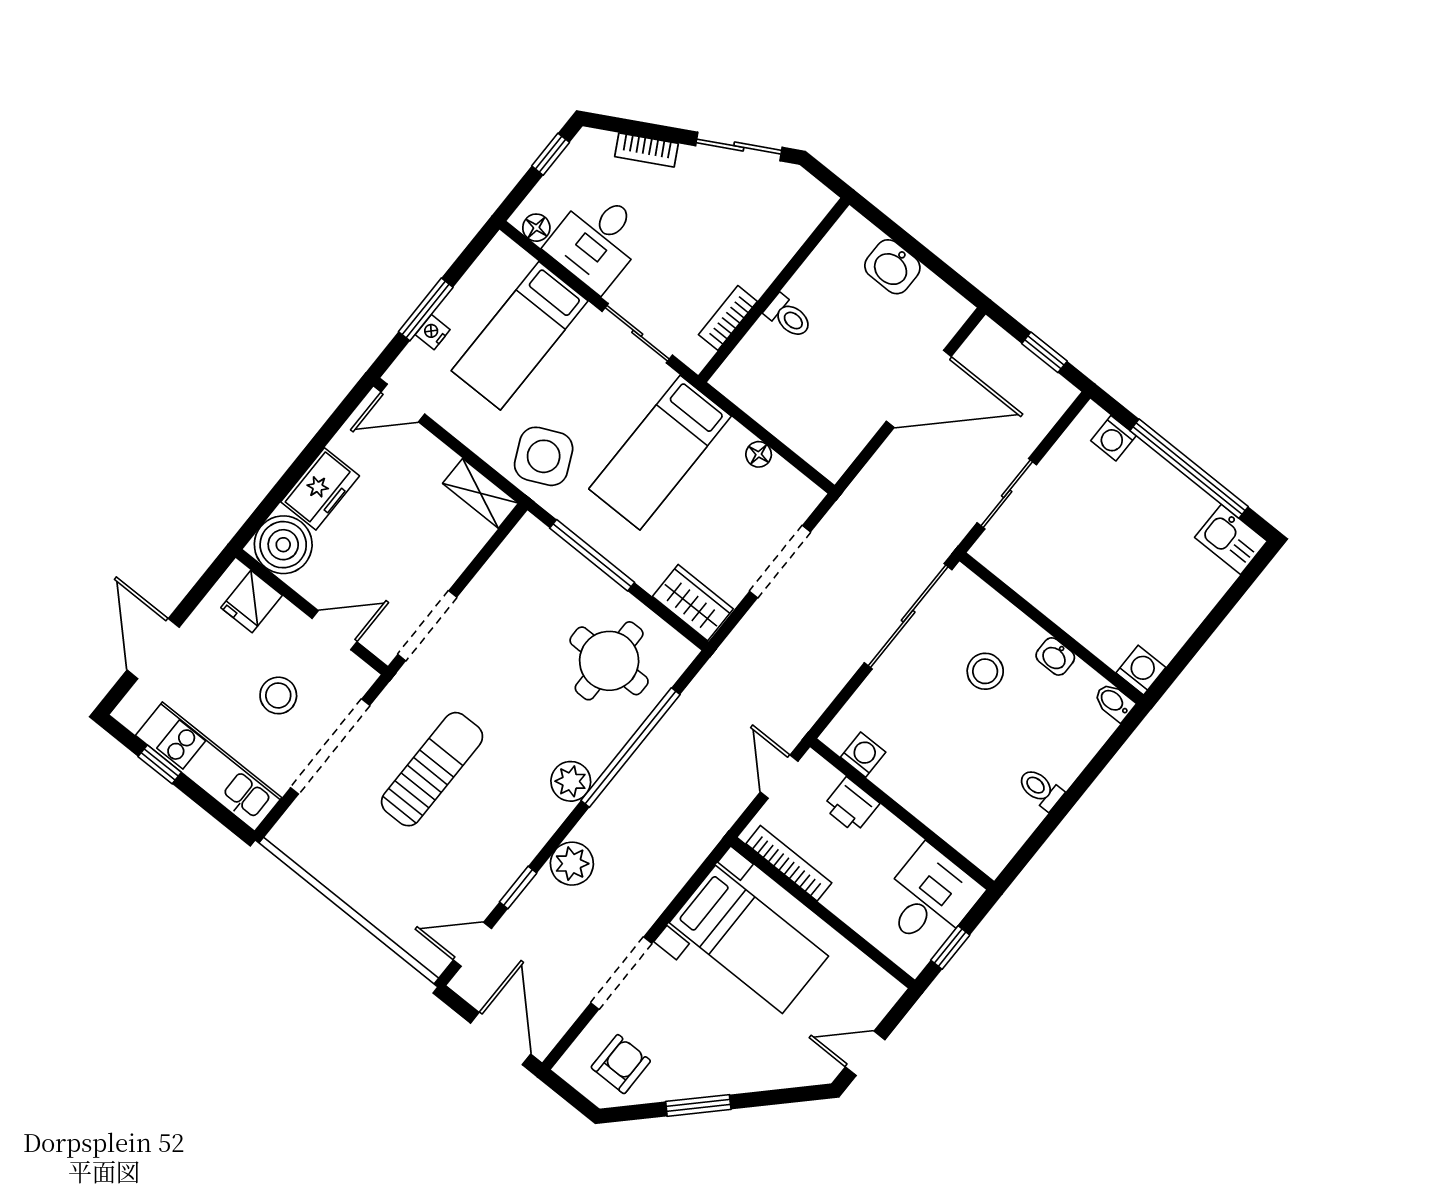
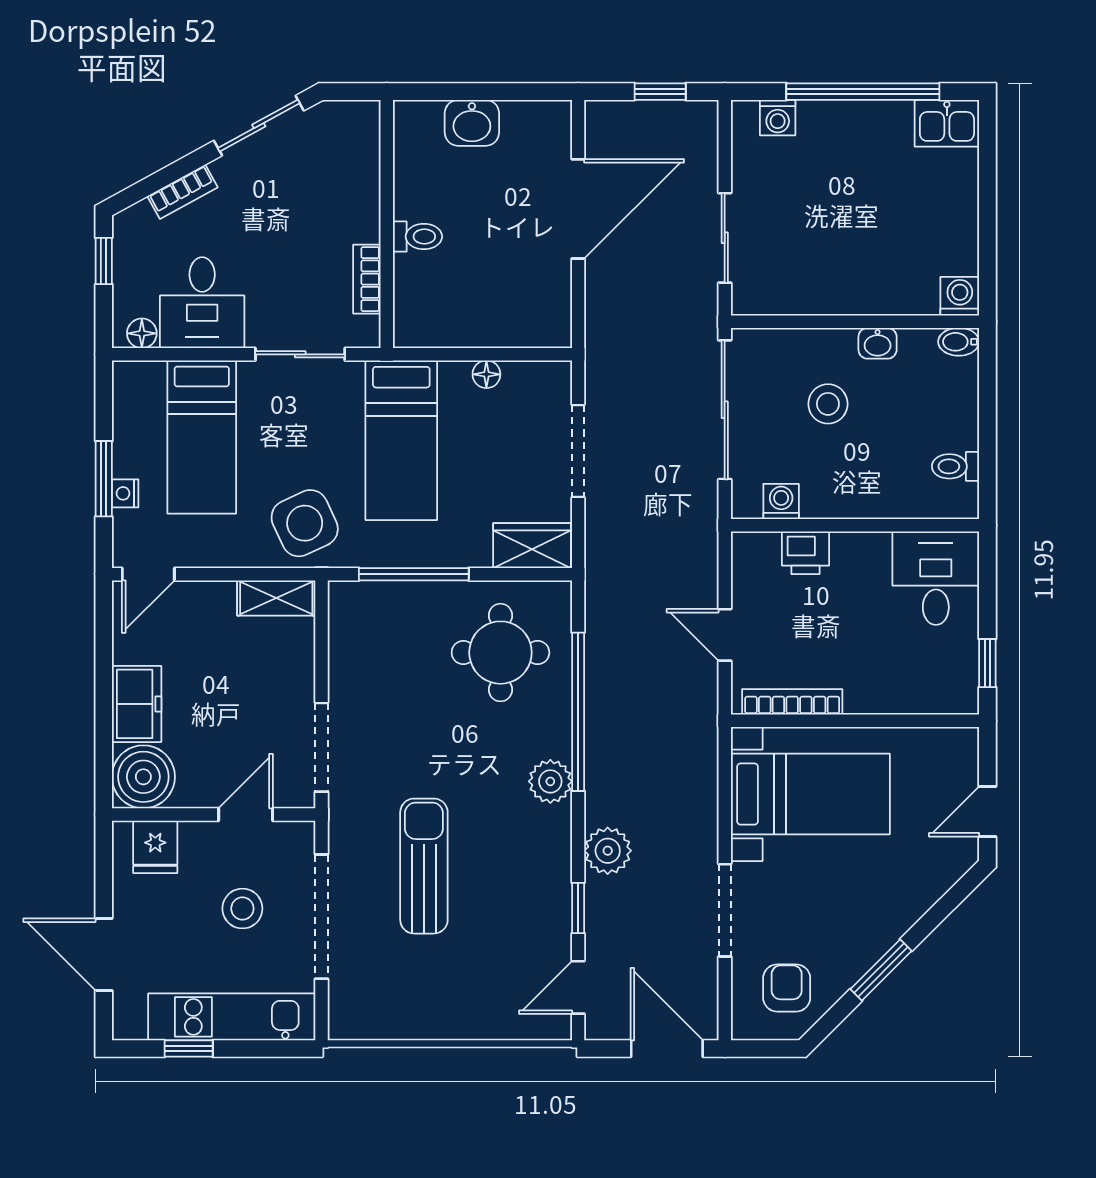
washing machine: (863, 755) -> (781, 501), moved
printer: (851, 805) -> (805, 553), moved
wall: (902, 814) -> (855, 525), moved
desk: (929, 898) -> (936, 578), moved

